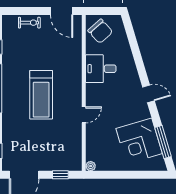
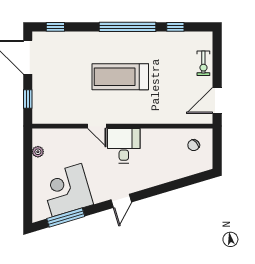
chair: (100, 31) -> (194, 145), width x0.54, depth x0.54
desk: (101, 69) -> (124, 146), moved
plant: (91, 166) -> (38, 152), moved

